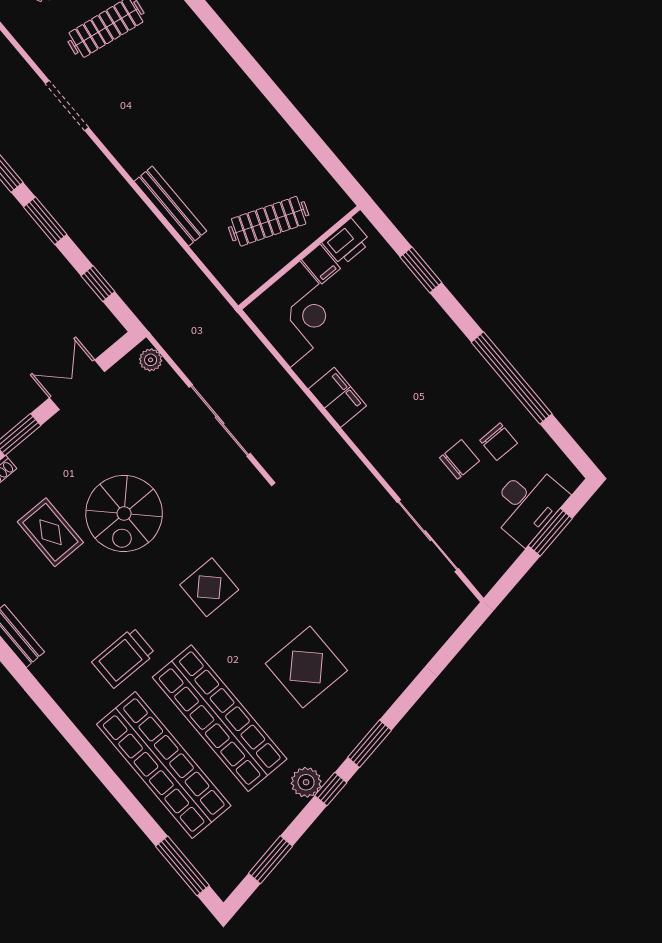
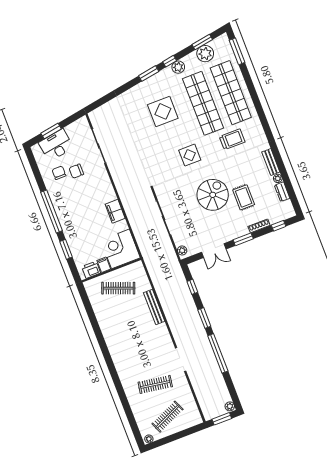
window: (512, 378) -> (52, 211), moved
plant: (254, 835) -> (205, 54), added

